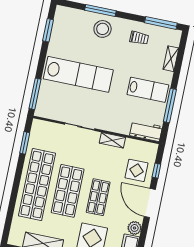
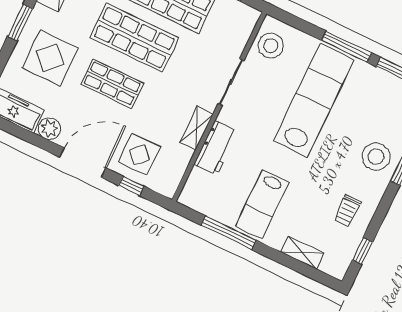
window: (161, 23) -> (362, 251), width x0.46
lab bench: (78, 74) -> (314, 100), turned 180
window: (35, 94) -> (347, 47), moved
stool: (52, 108) -> (271, 46), added
workbench: (146, 131) -> (216, 148), moved

